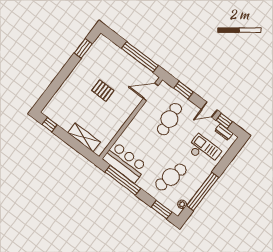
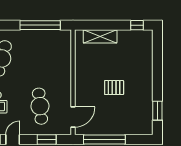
bar counter: (125, 162) -> (50, 42), removed

